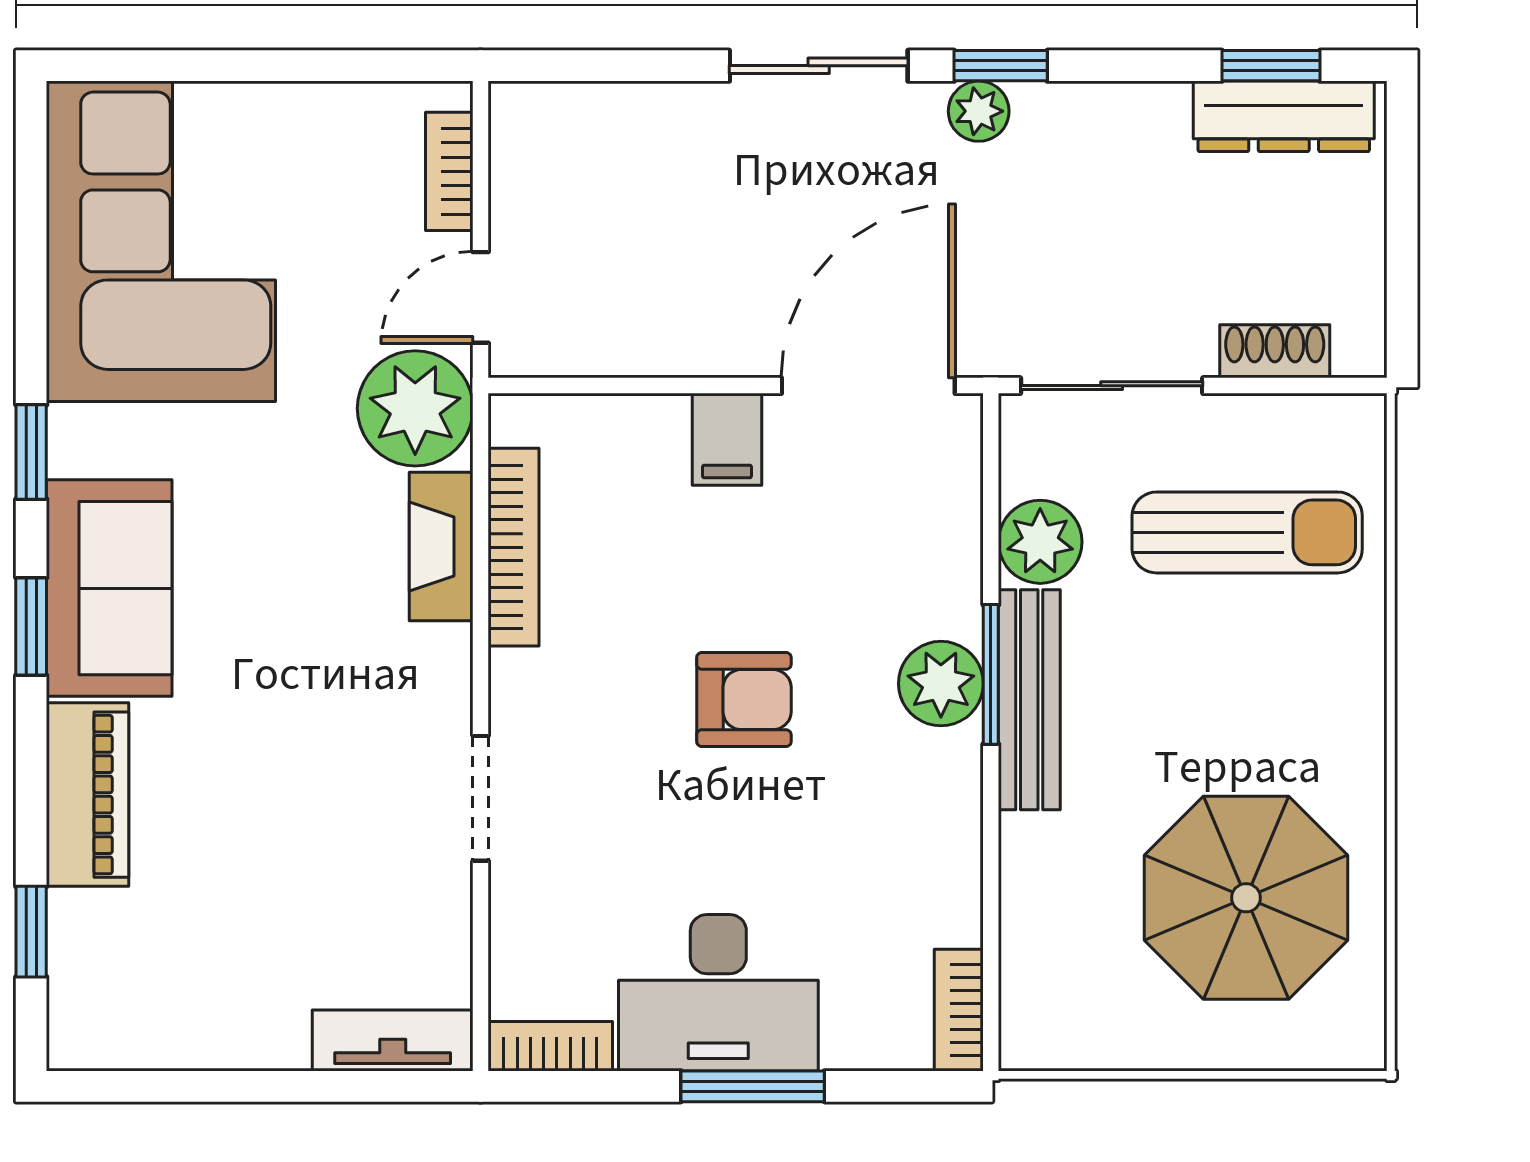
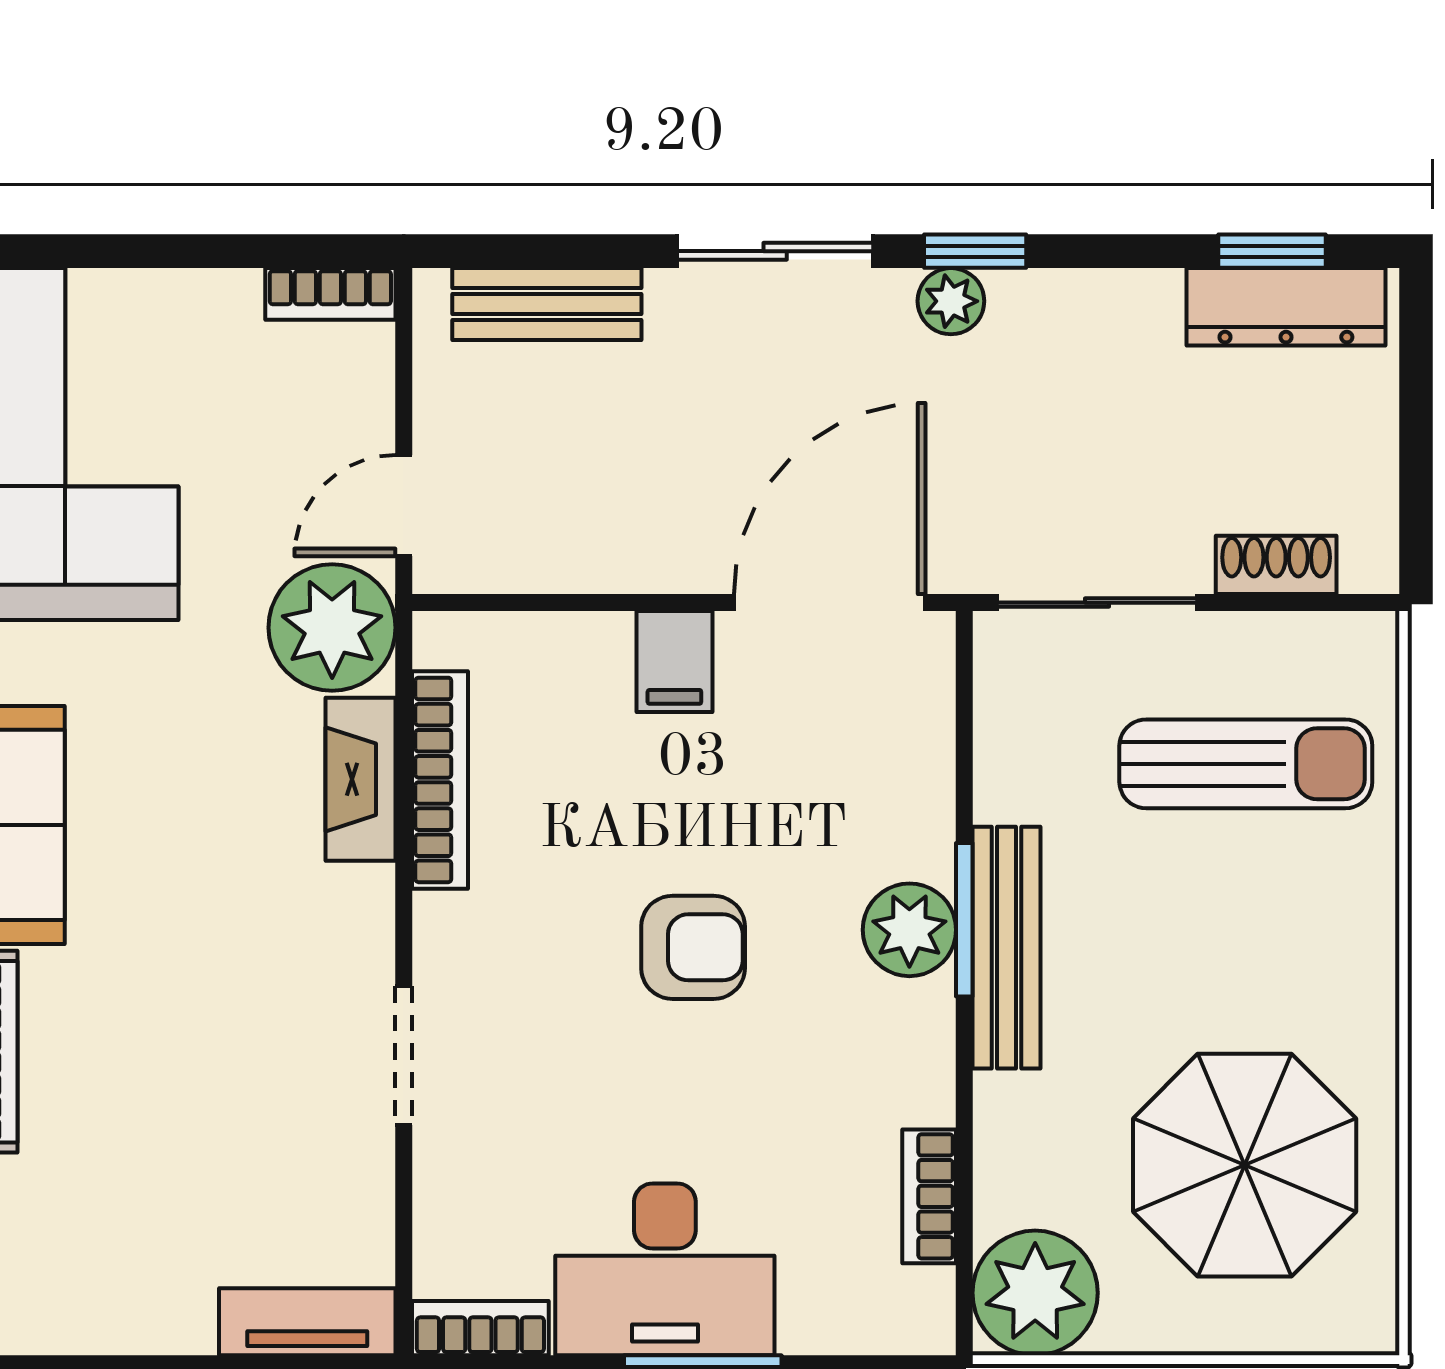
bench: (611, 114) -> (547, 304), added
bookcase: (449, 171) -> (330, 294), moved, turned -90
plant: (1040, 542) -> (1035, 1293), moved, width x1.36, depth x1.36
bookcase: (959, 1010) -> (929, 1196), moved

